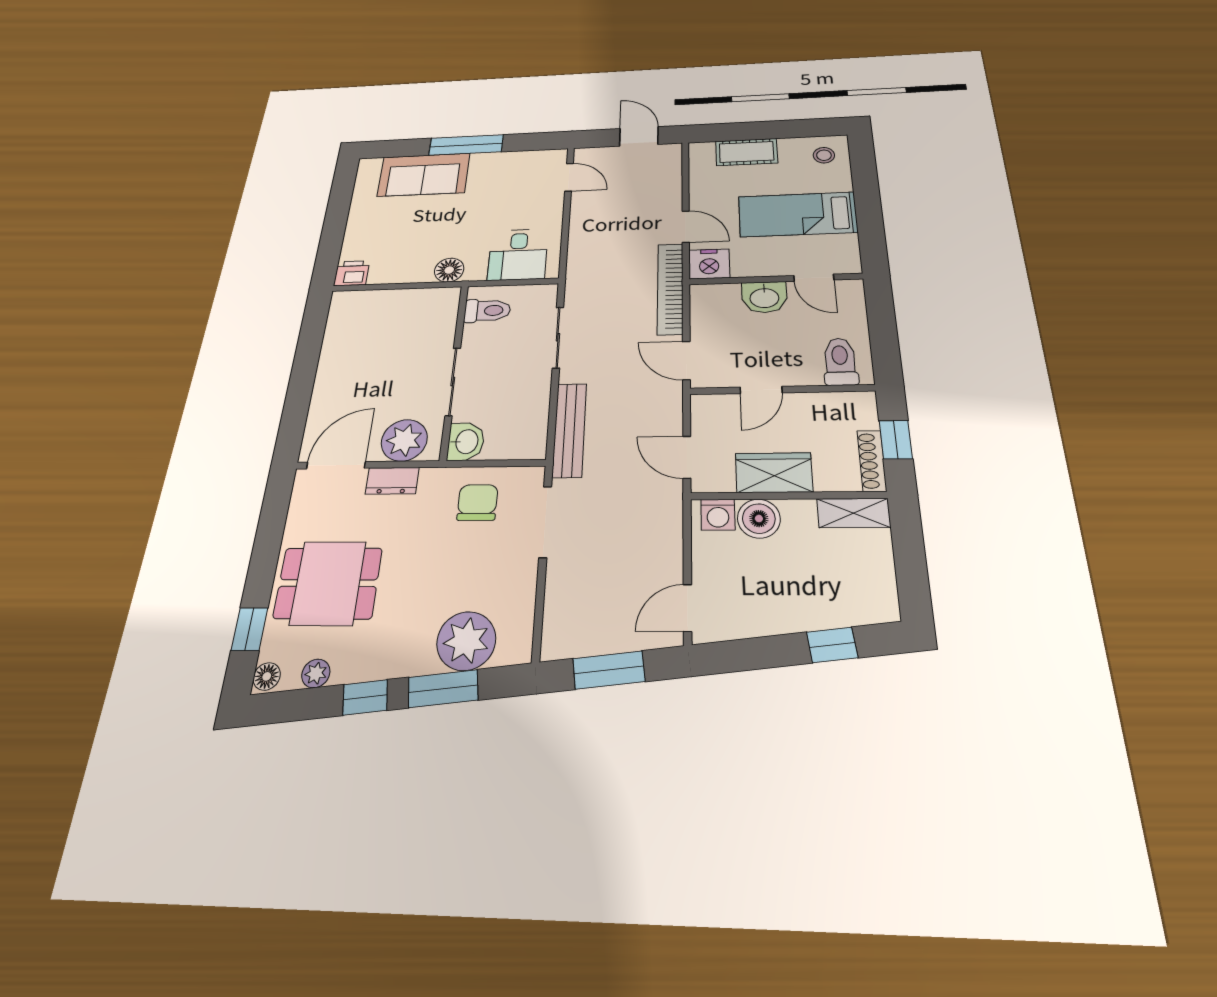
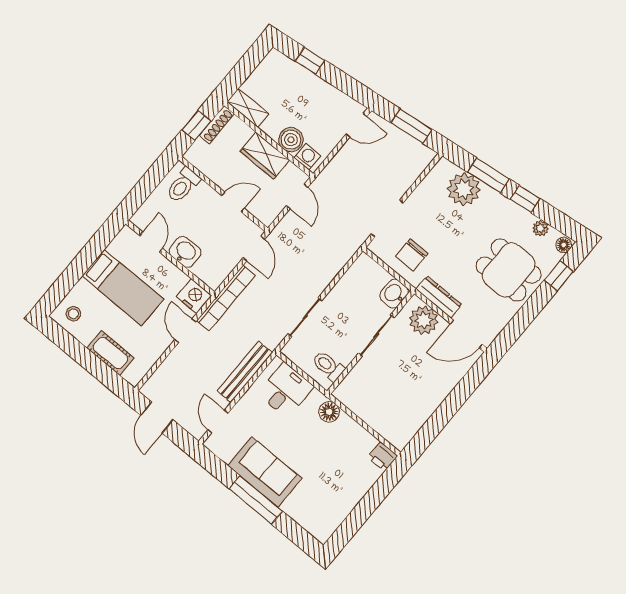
sofa: (424, 175) -> (265, 472), moved
bench: (569, 430) -> (245, 372), moved
dresser: (392, 481) -> (439, 297), width x1.44

